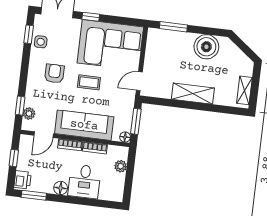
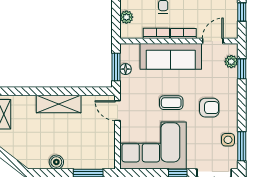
window: (29, 34) -> (242, 146), width x1.50
boiler: (206, 47) -> (56, 162), width x0.54, depth x0.54
armchair: (54, 74) -> (209, 108), turned -90
door: (139, 81) -> (118, 111), swing flipped
floor lamp: (125, 137) -> (126, 69), moved

